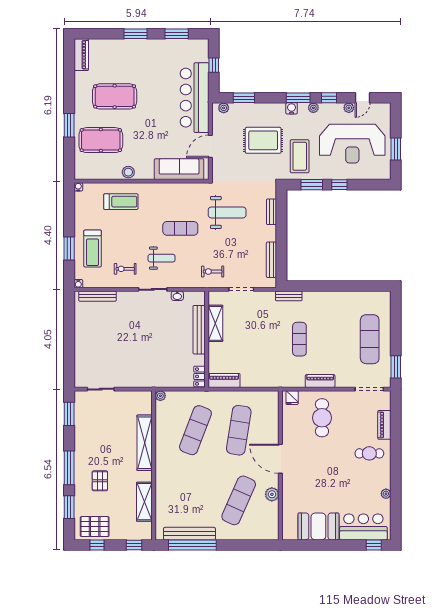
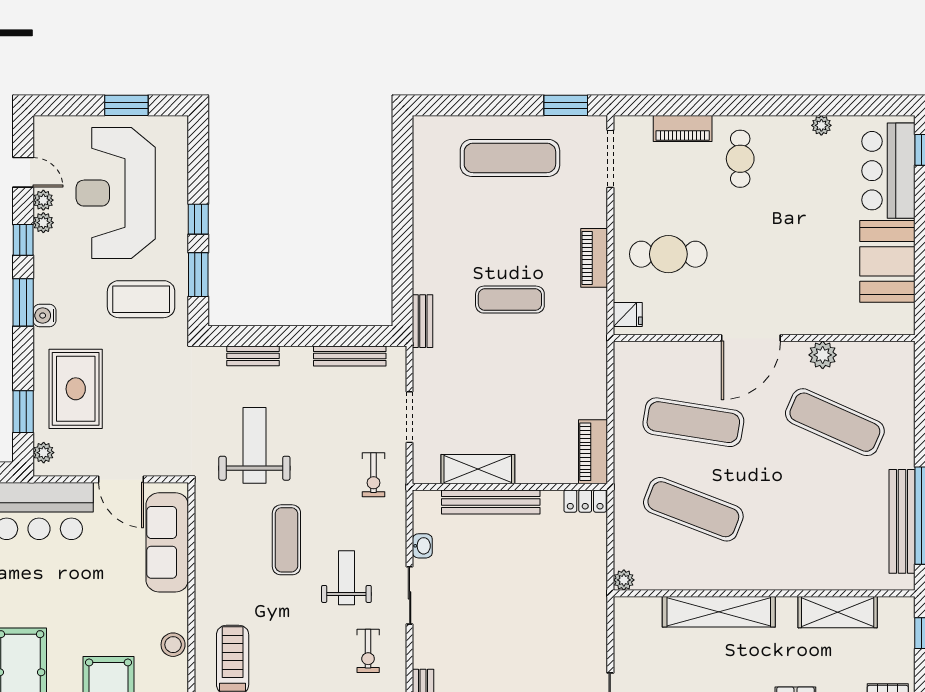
plant: (313, 108) -> (43, 223), moved
rug: (263, 140) -> (76, 389), moved
reception desk: (352, 144) -> (116, 193), turned 180

